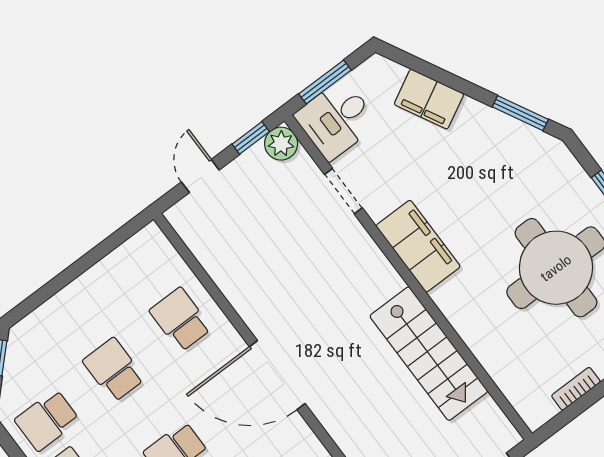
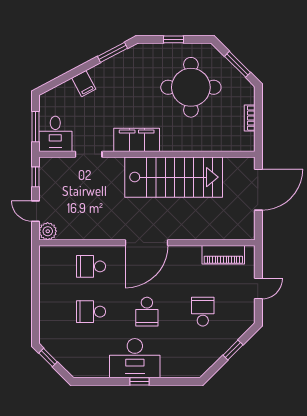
filing cabinet: (429, 99) -> (84, 84), width x0.50
plant: (281, 144) -> (48, 231), moved
stairs: (429, 354) -> (174, 177), width x1.36, depth x1.51
school desk: (47, 420) -> (91, 357), removed

